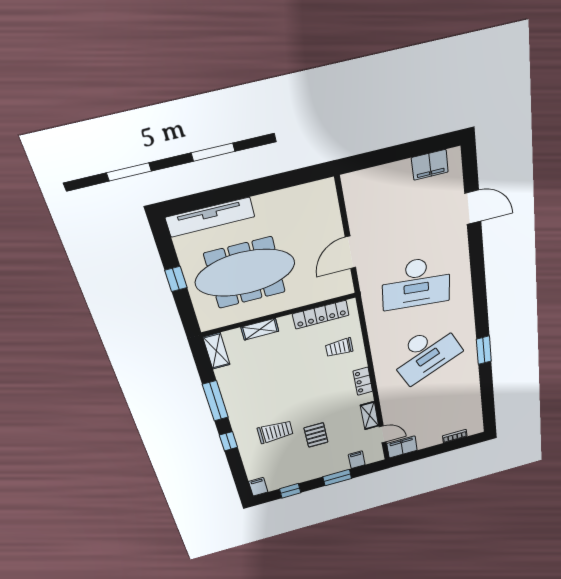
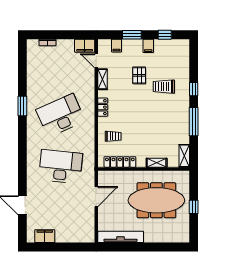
tv unit: (210, 217) -> (121, 237), moved
filing cabinet: (258, 487) -> (148, 46), moved

